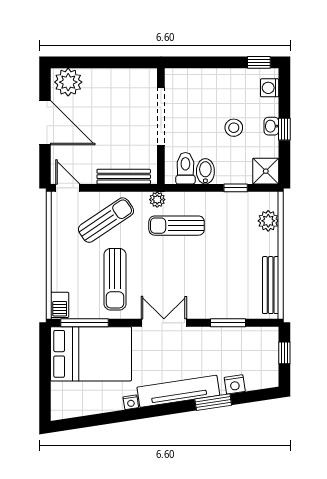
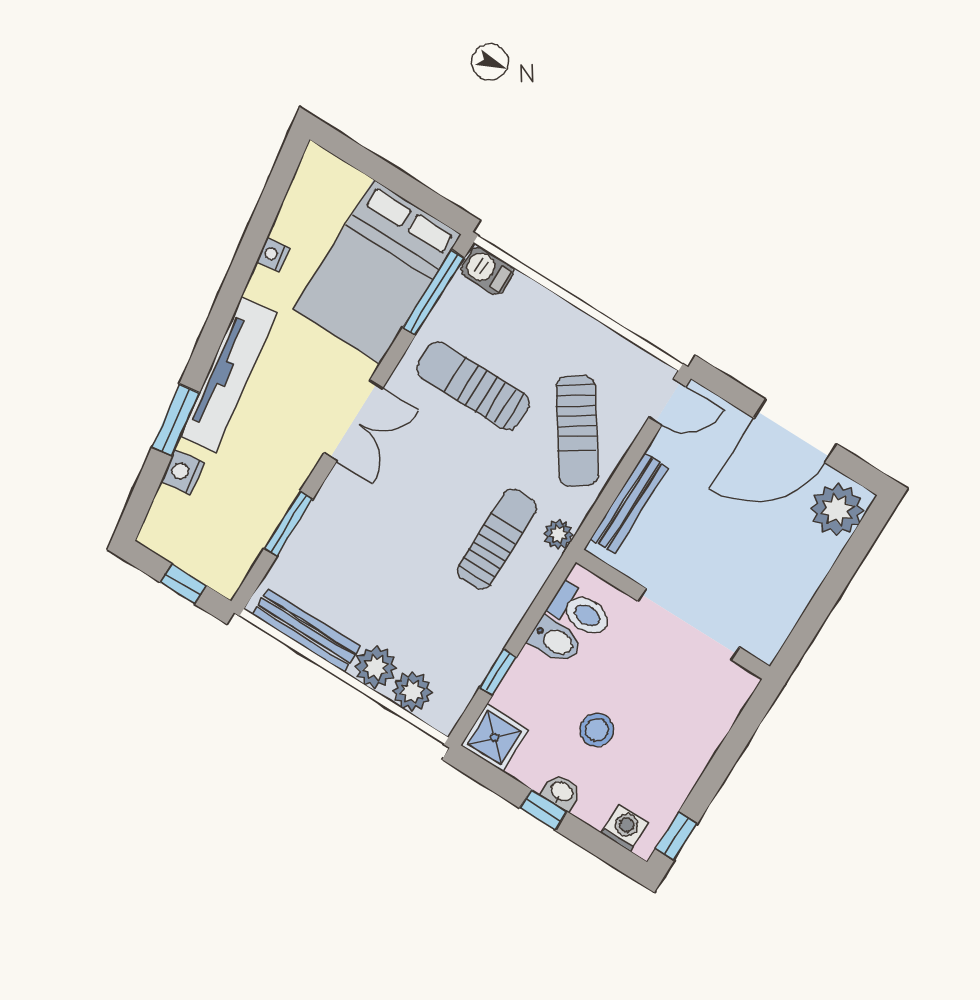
plant: (268, 244) -> (376, 667), added
nightstand: (131, 402) -> (273, 255), moved

